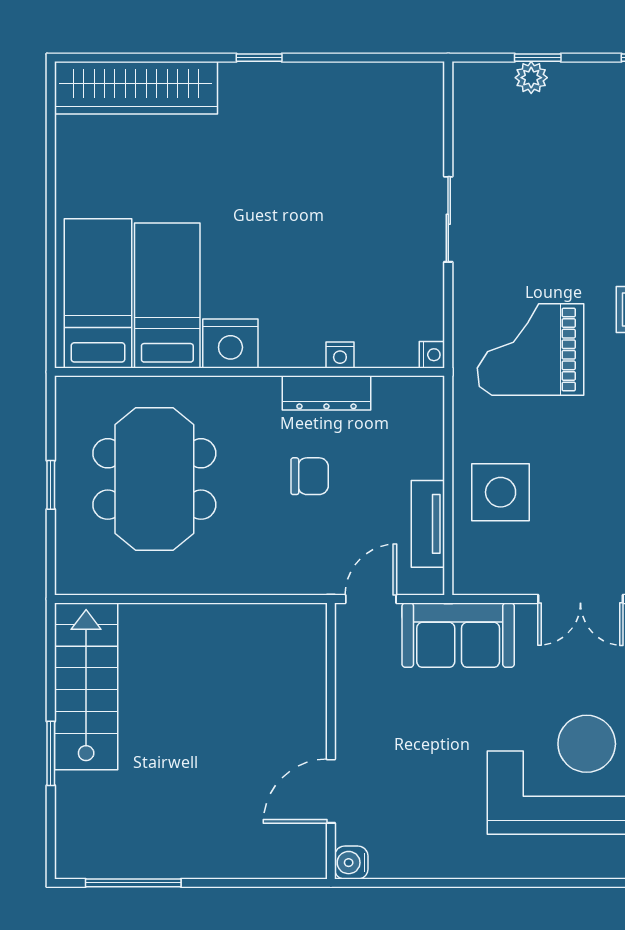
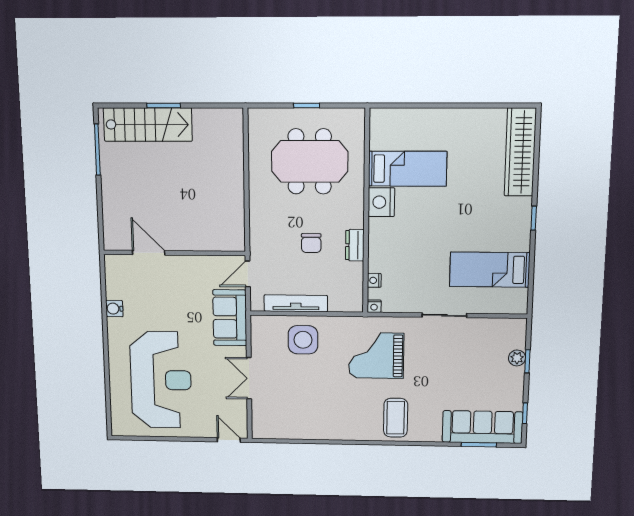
bed: (98, 293) -> (490, 270), moved, turned 180
grand piano: (530, 349) -> (376, 356), turned -90
nightstand: (340, 355) -> (374, 280), moved
dresser: (326, 393) -> (355, 245), width x0.70
tv unit: (428, 524) -> (296, 303), width x1.41
door: (371, 599) -> (248, 274), swing flipped
stairs: (86, 686) -> (148, 125), moved
water cooler: (351, 863) -> (114, 309), moved, turned -90

